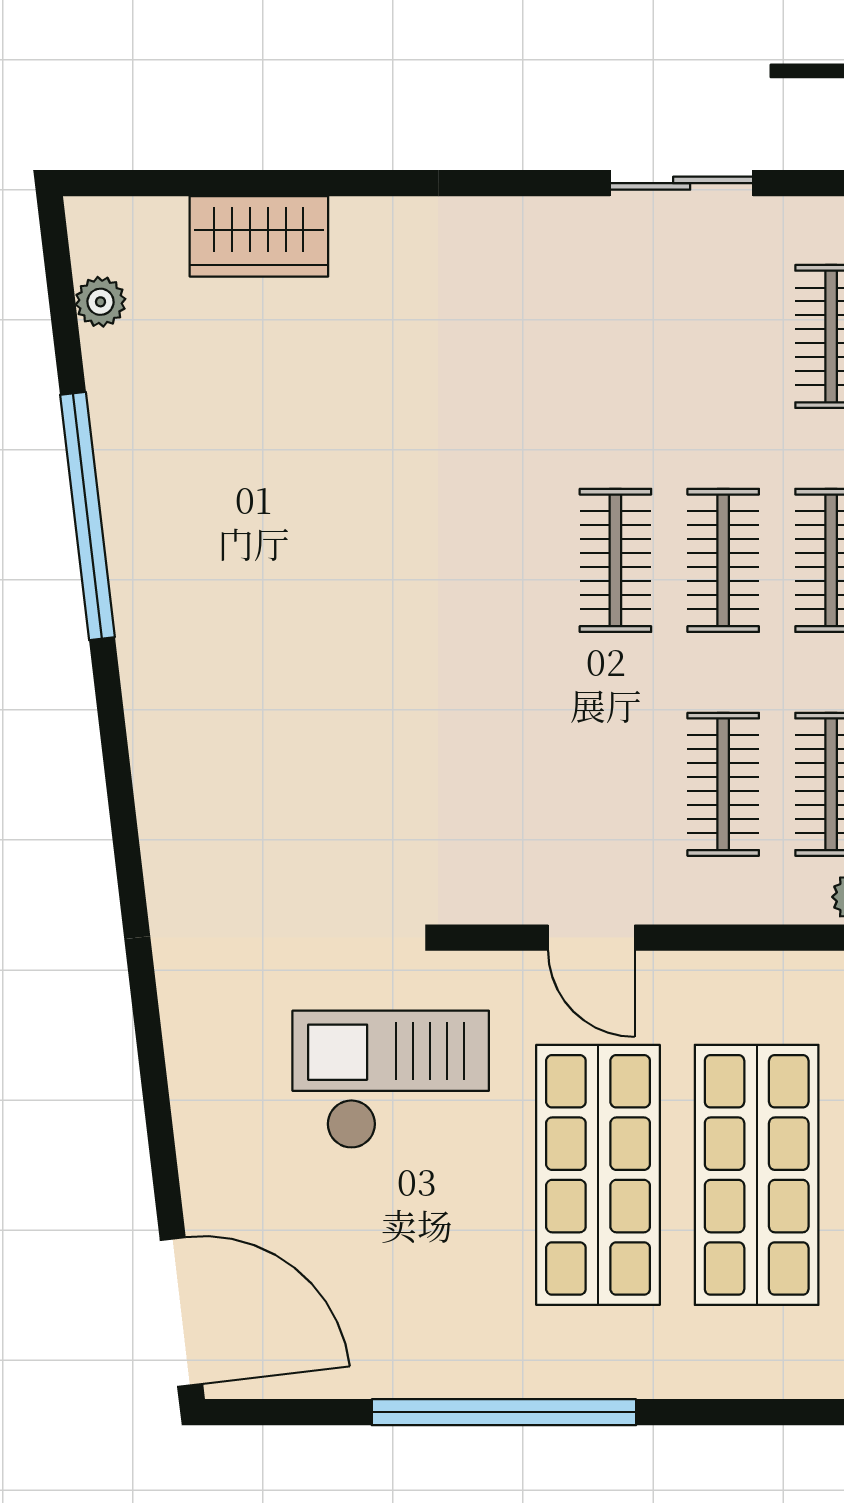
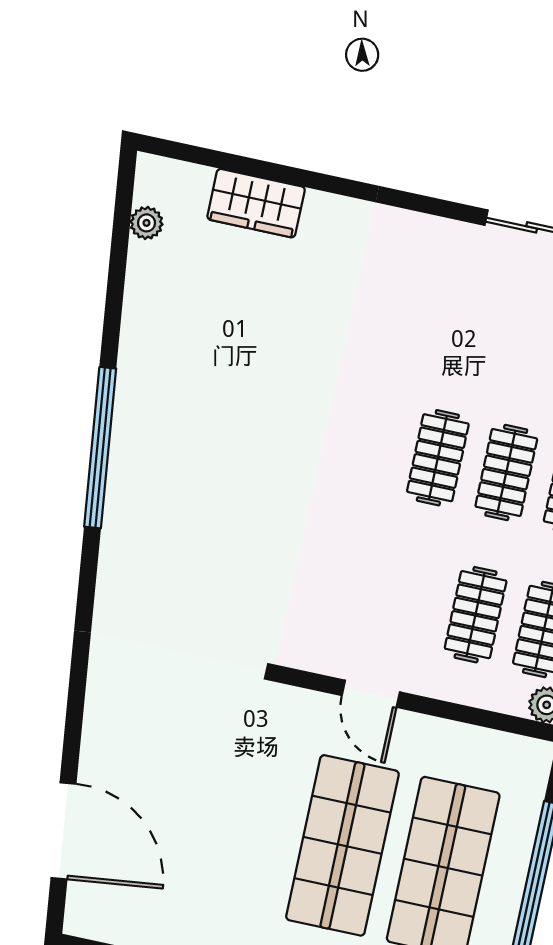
window: (87, 516) -> (100, 448), moved
checkout: (391, 1080) -> (224, 757), removed
door: (181, 1312) -> (64, 831), moved

